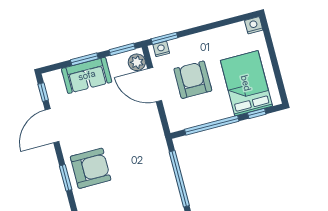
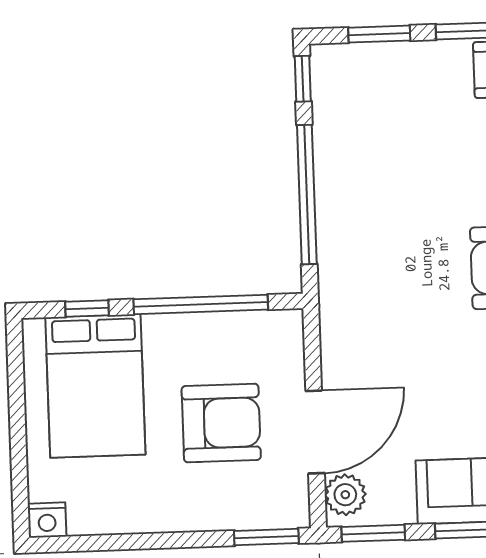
nightstand: (161, 49) -> (280, 513), removed
armchair: (193, 80) -> (221, 423), turned -90
door: (155, 85) -> (315, 432), hinge flipped

